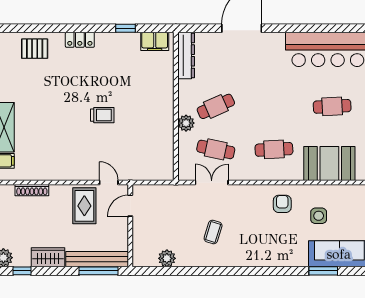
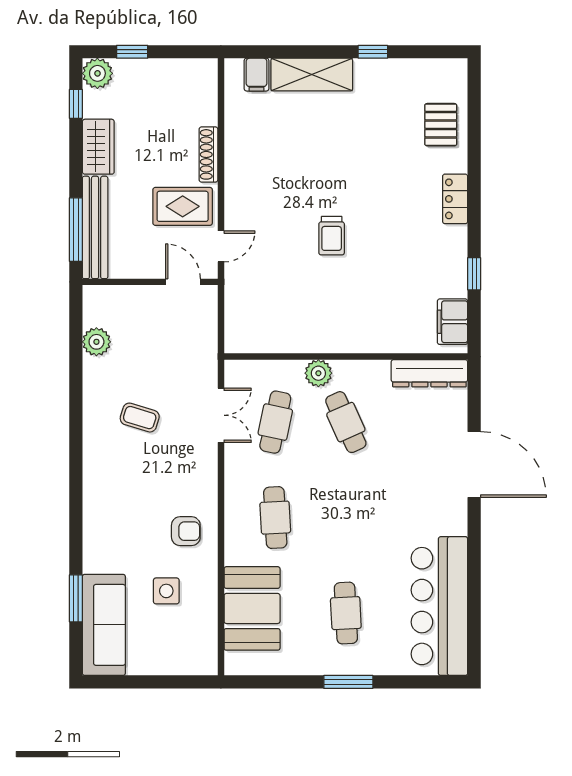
shoe rack: (32, 190) -> (208, 154), moved

